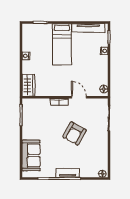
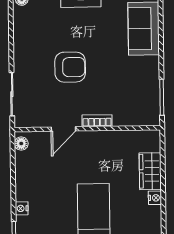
wardrobe: (28, 85) -> (150, 171), moved
door: (79, 97) -> (63, 129), hinge flipped
armchair: (75, 133) -> (70, 67), turned 61

